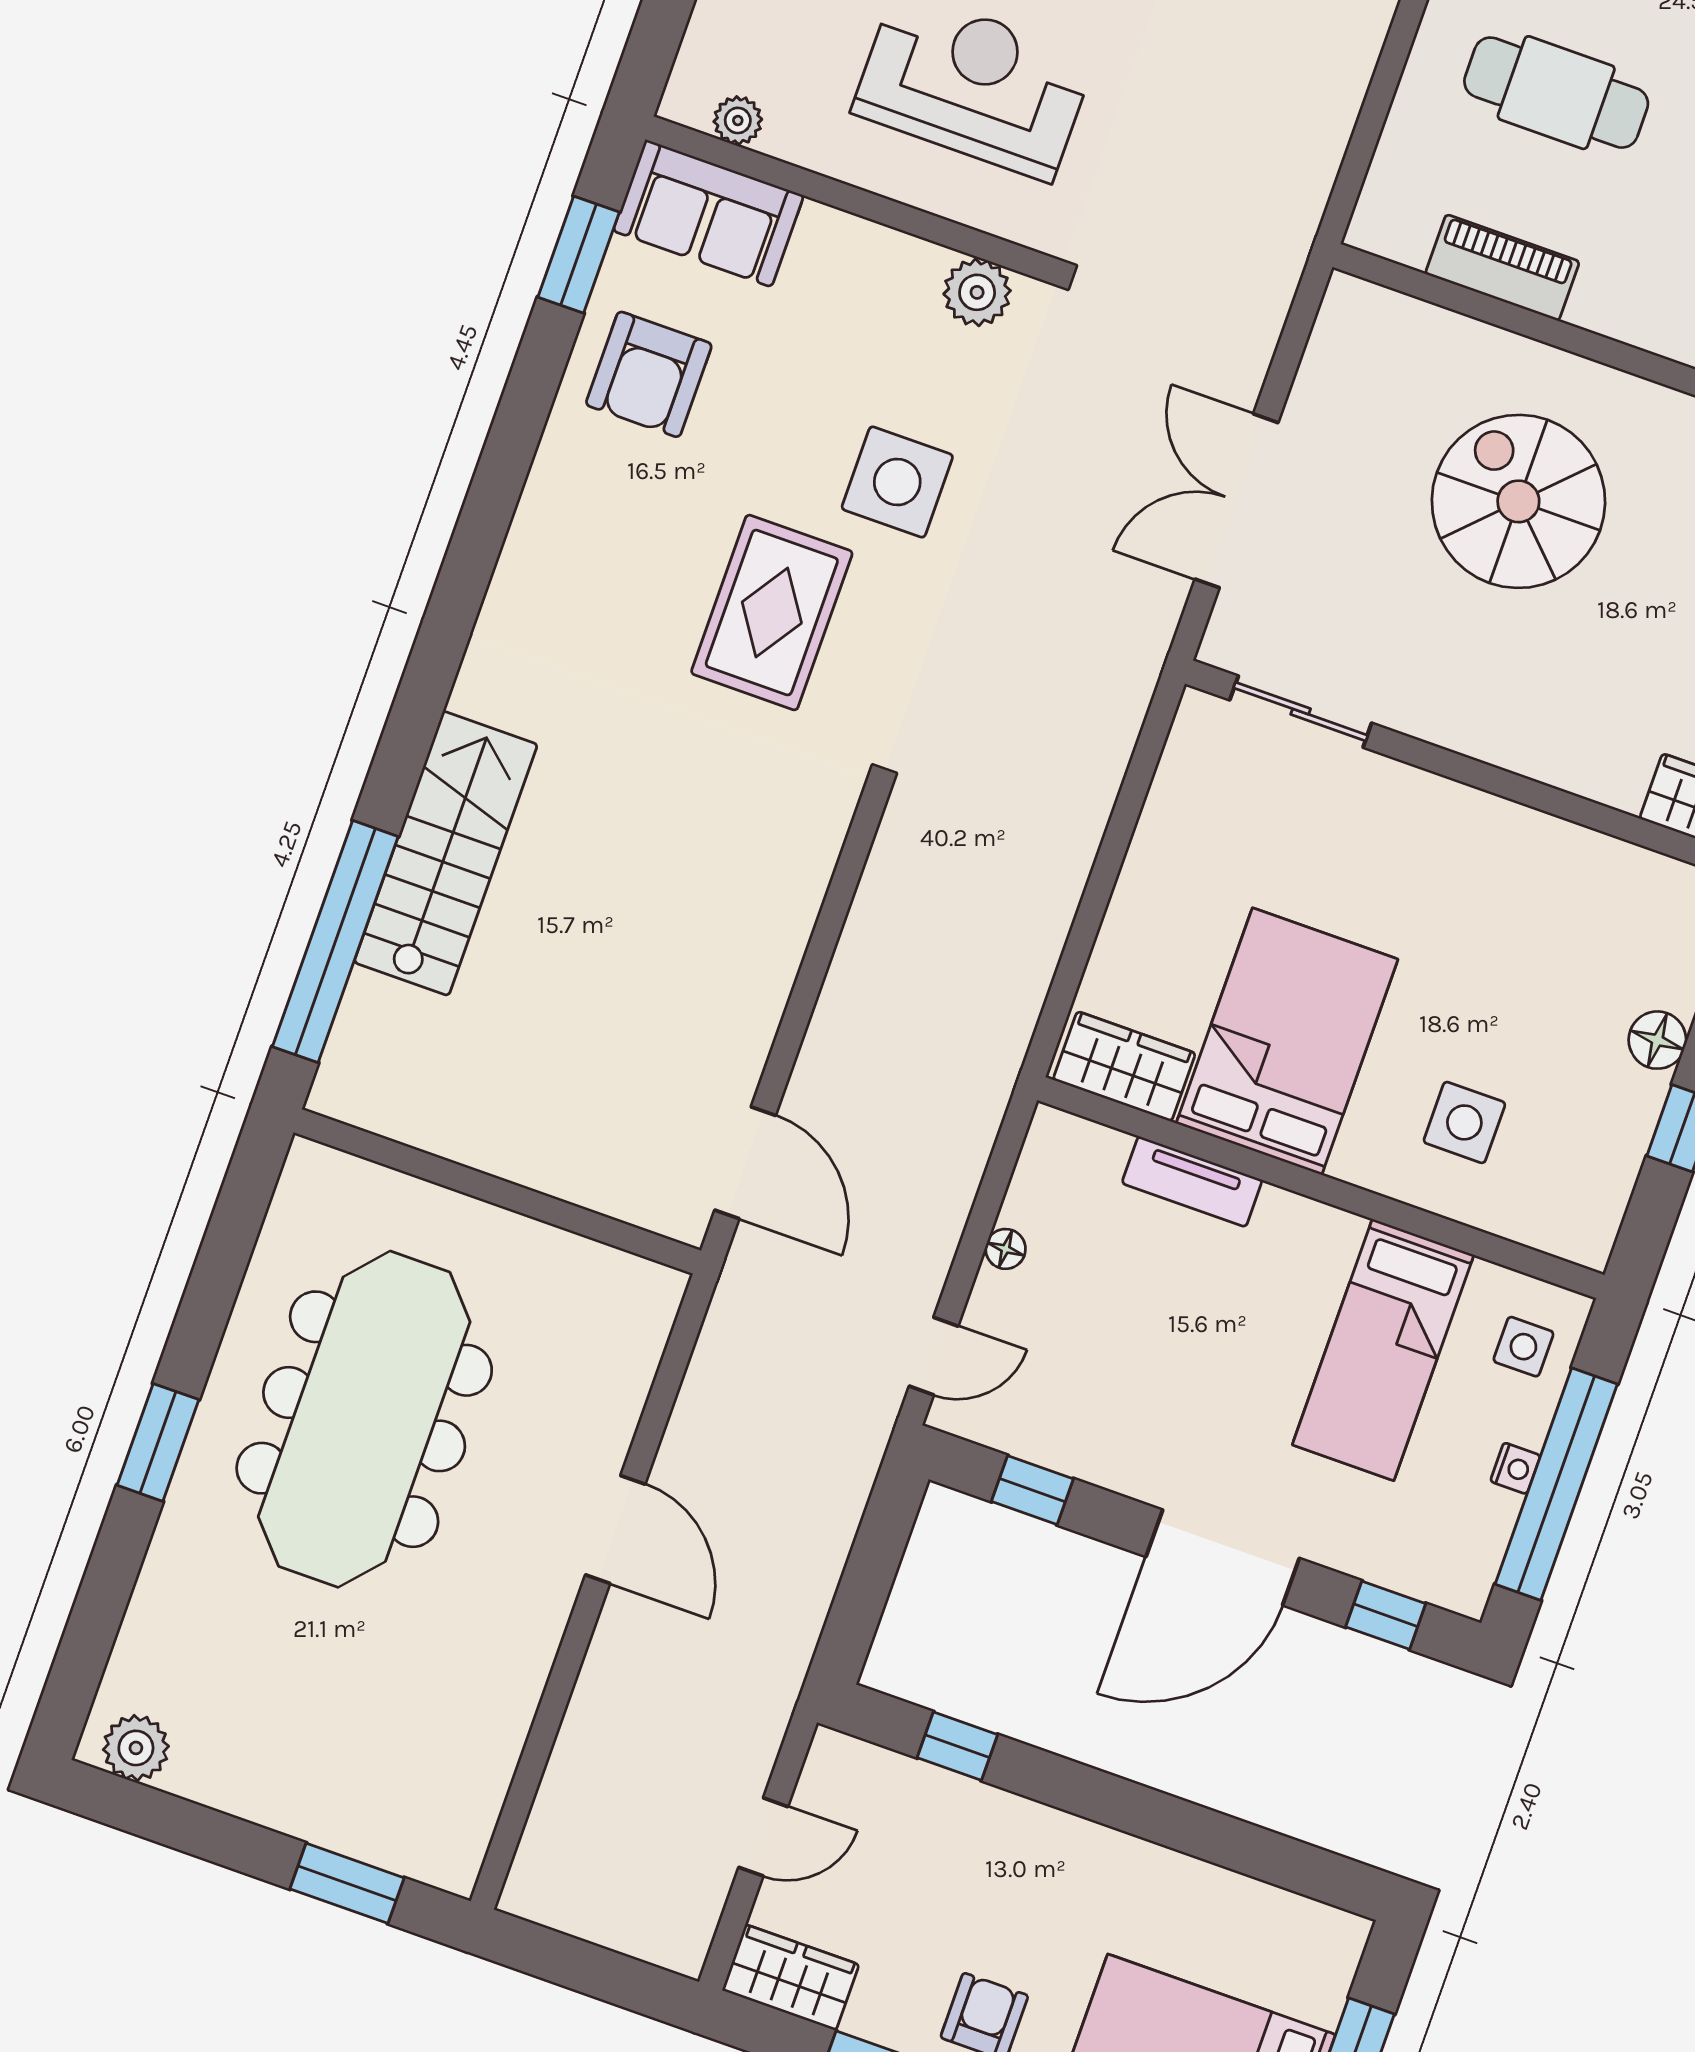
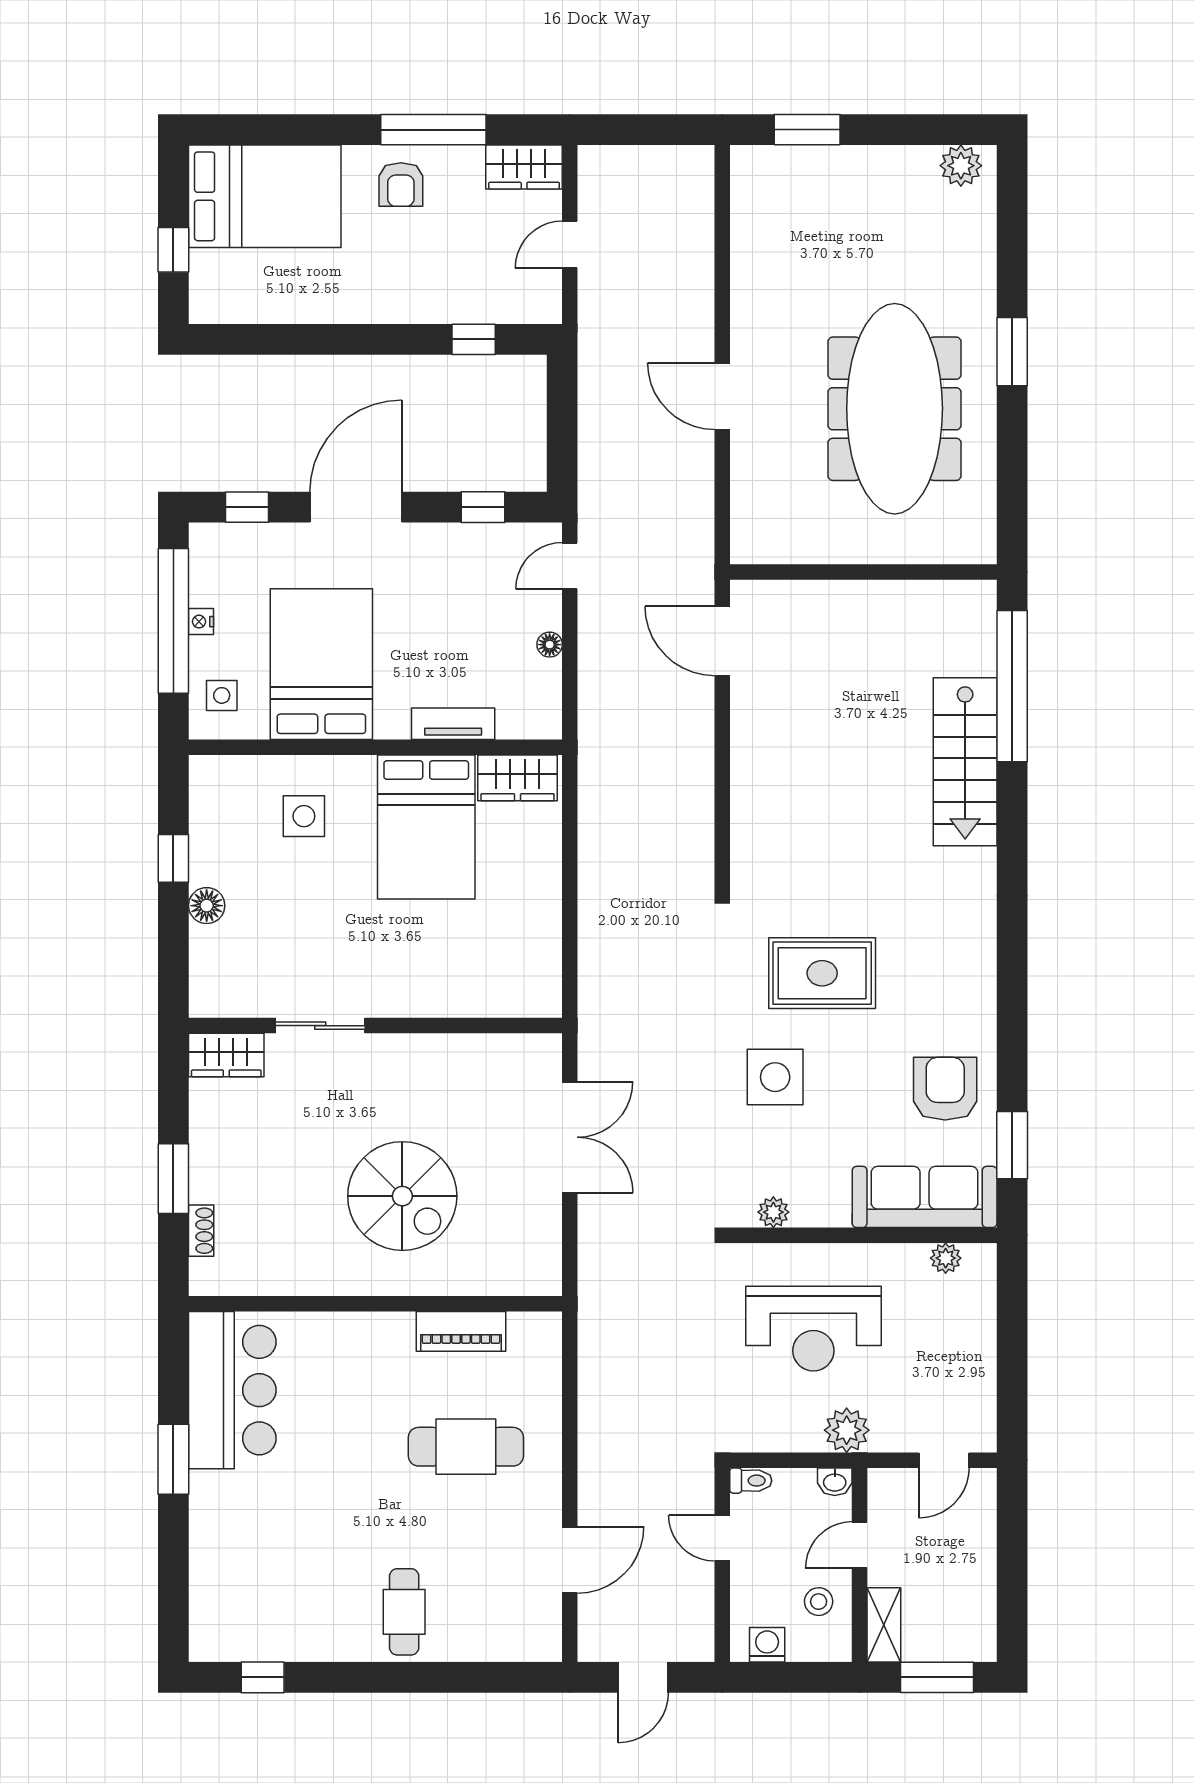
sofa: (708, 213) -> (925, 1197), width x1.36
plant: (977, 292) -> (773, 1212), width x0.73, depth x0.73
rug: (772, 612) -> (822, 973), turned 90
sliding door: (1301, 712) -> (320, 1026), moved
bed: (1383, 1350) -> (321, 664), width x1.50

